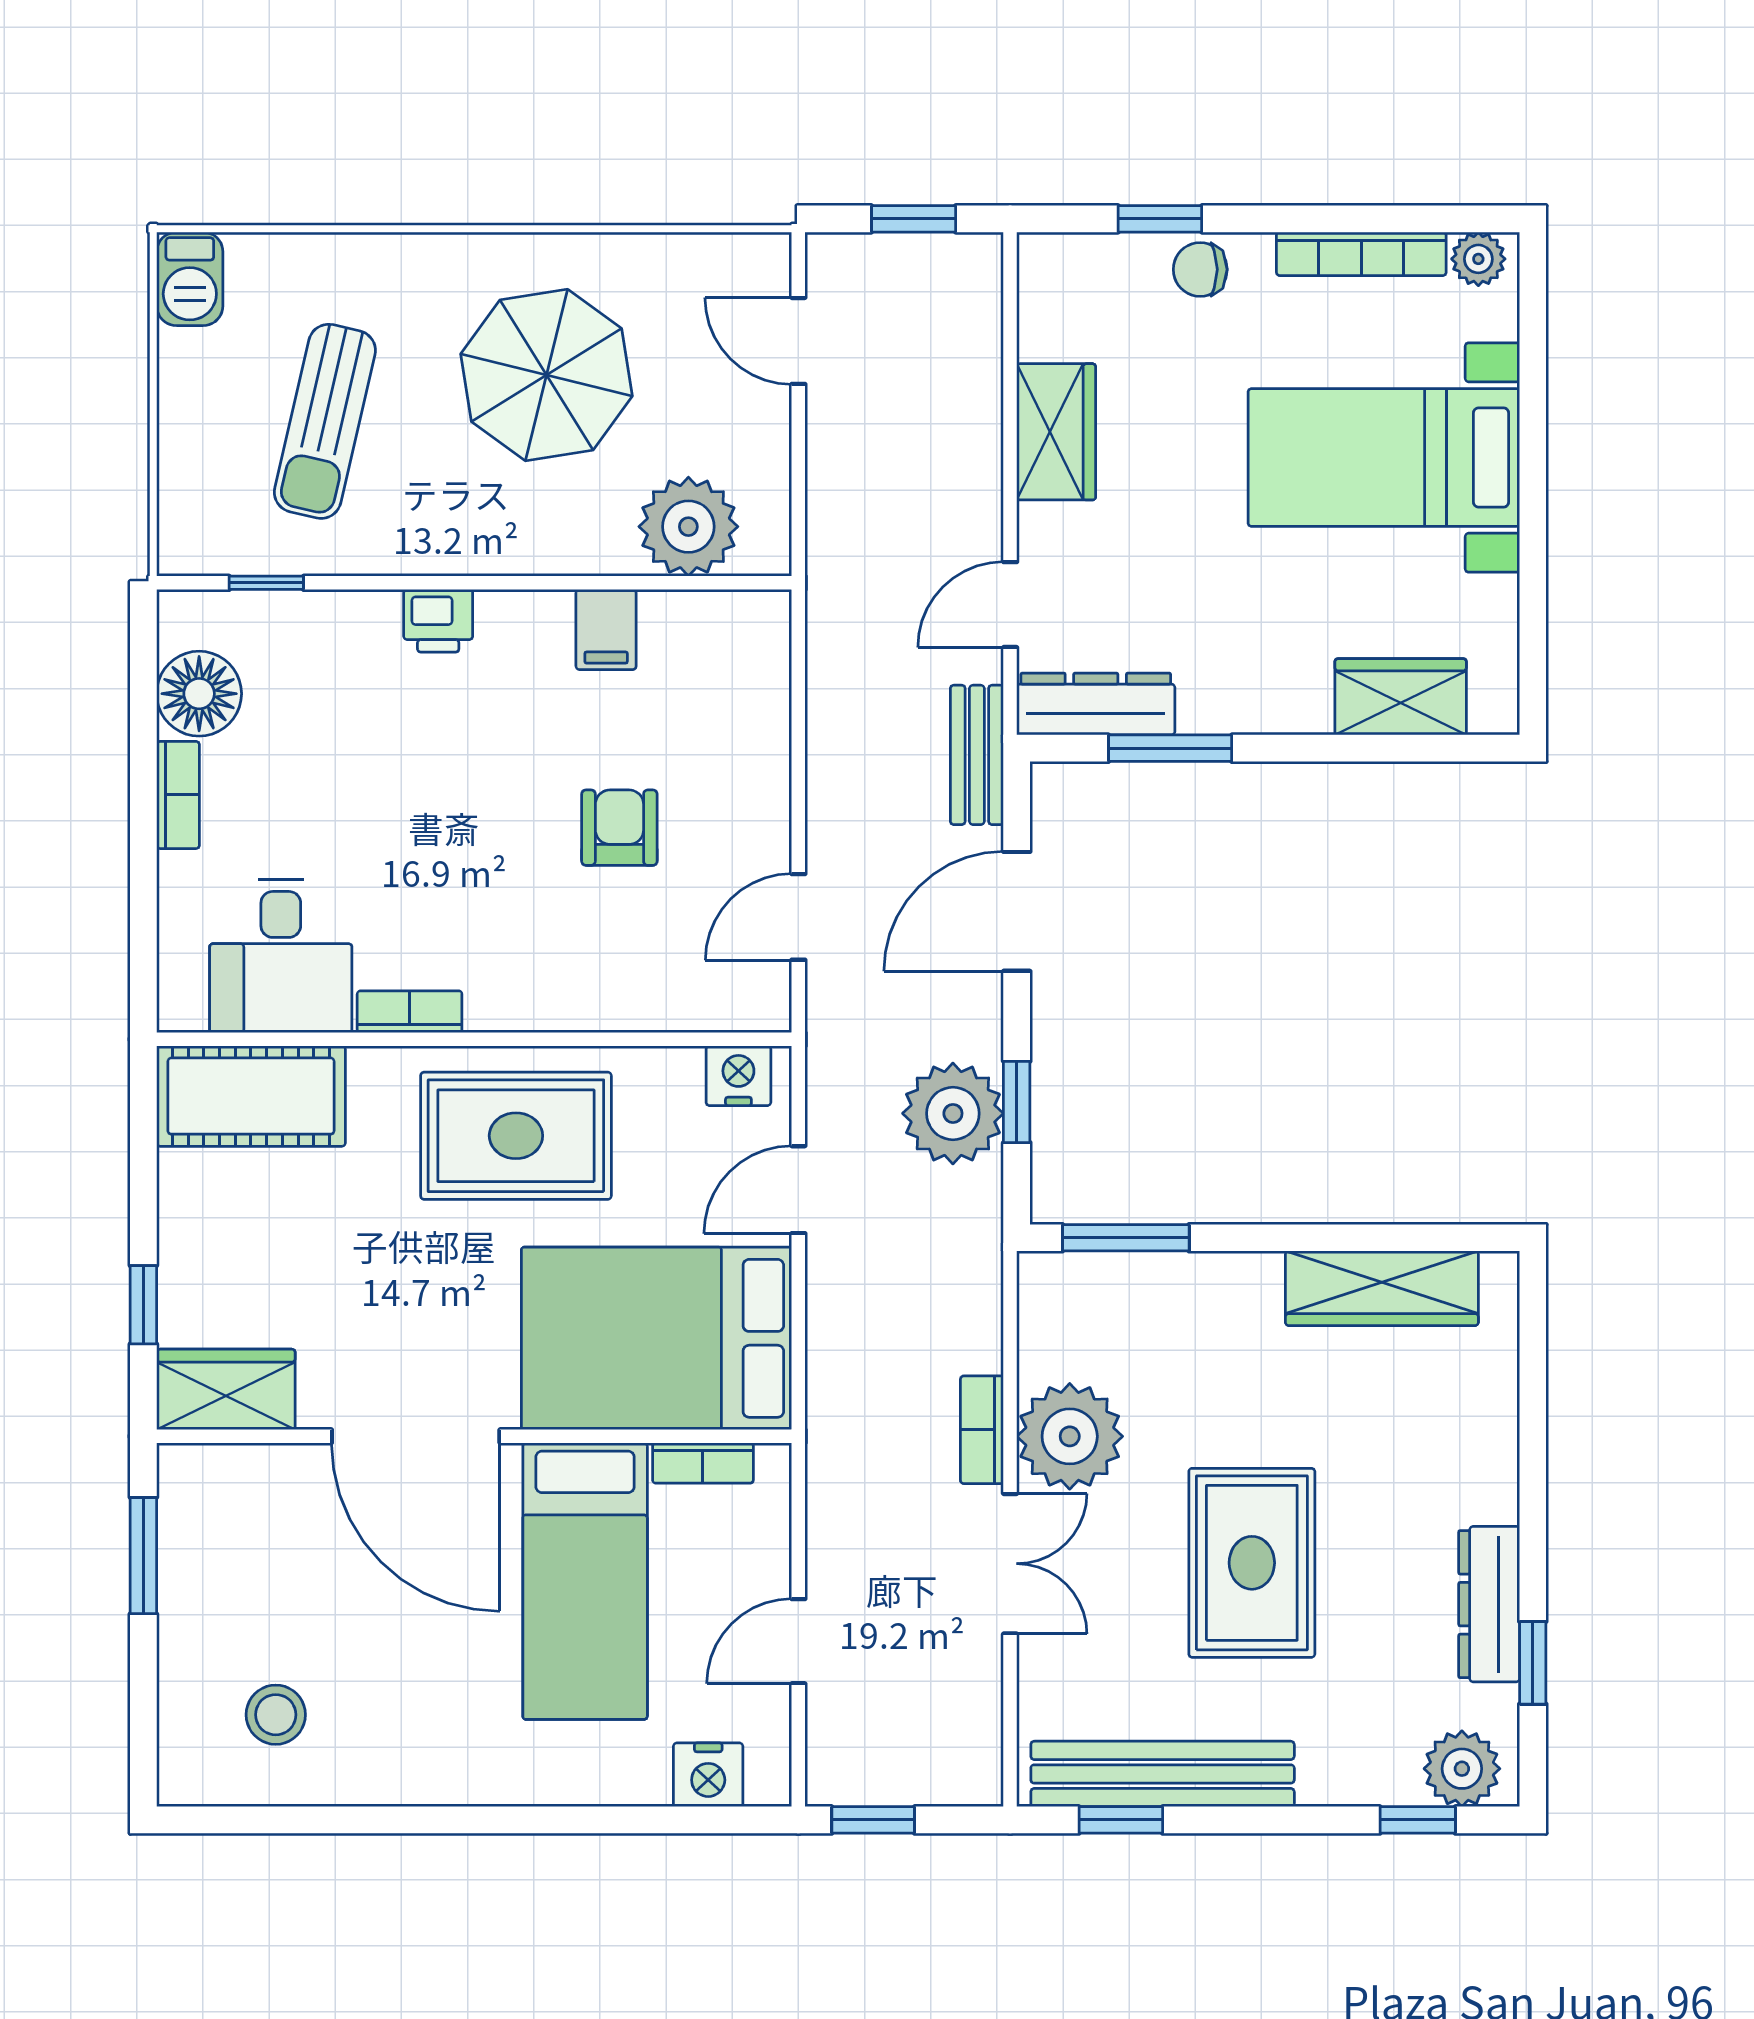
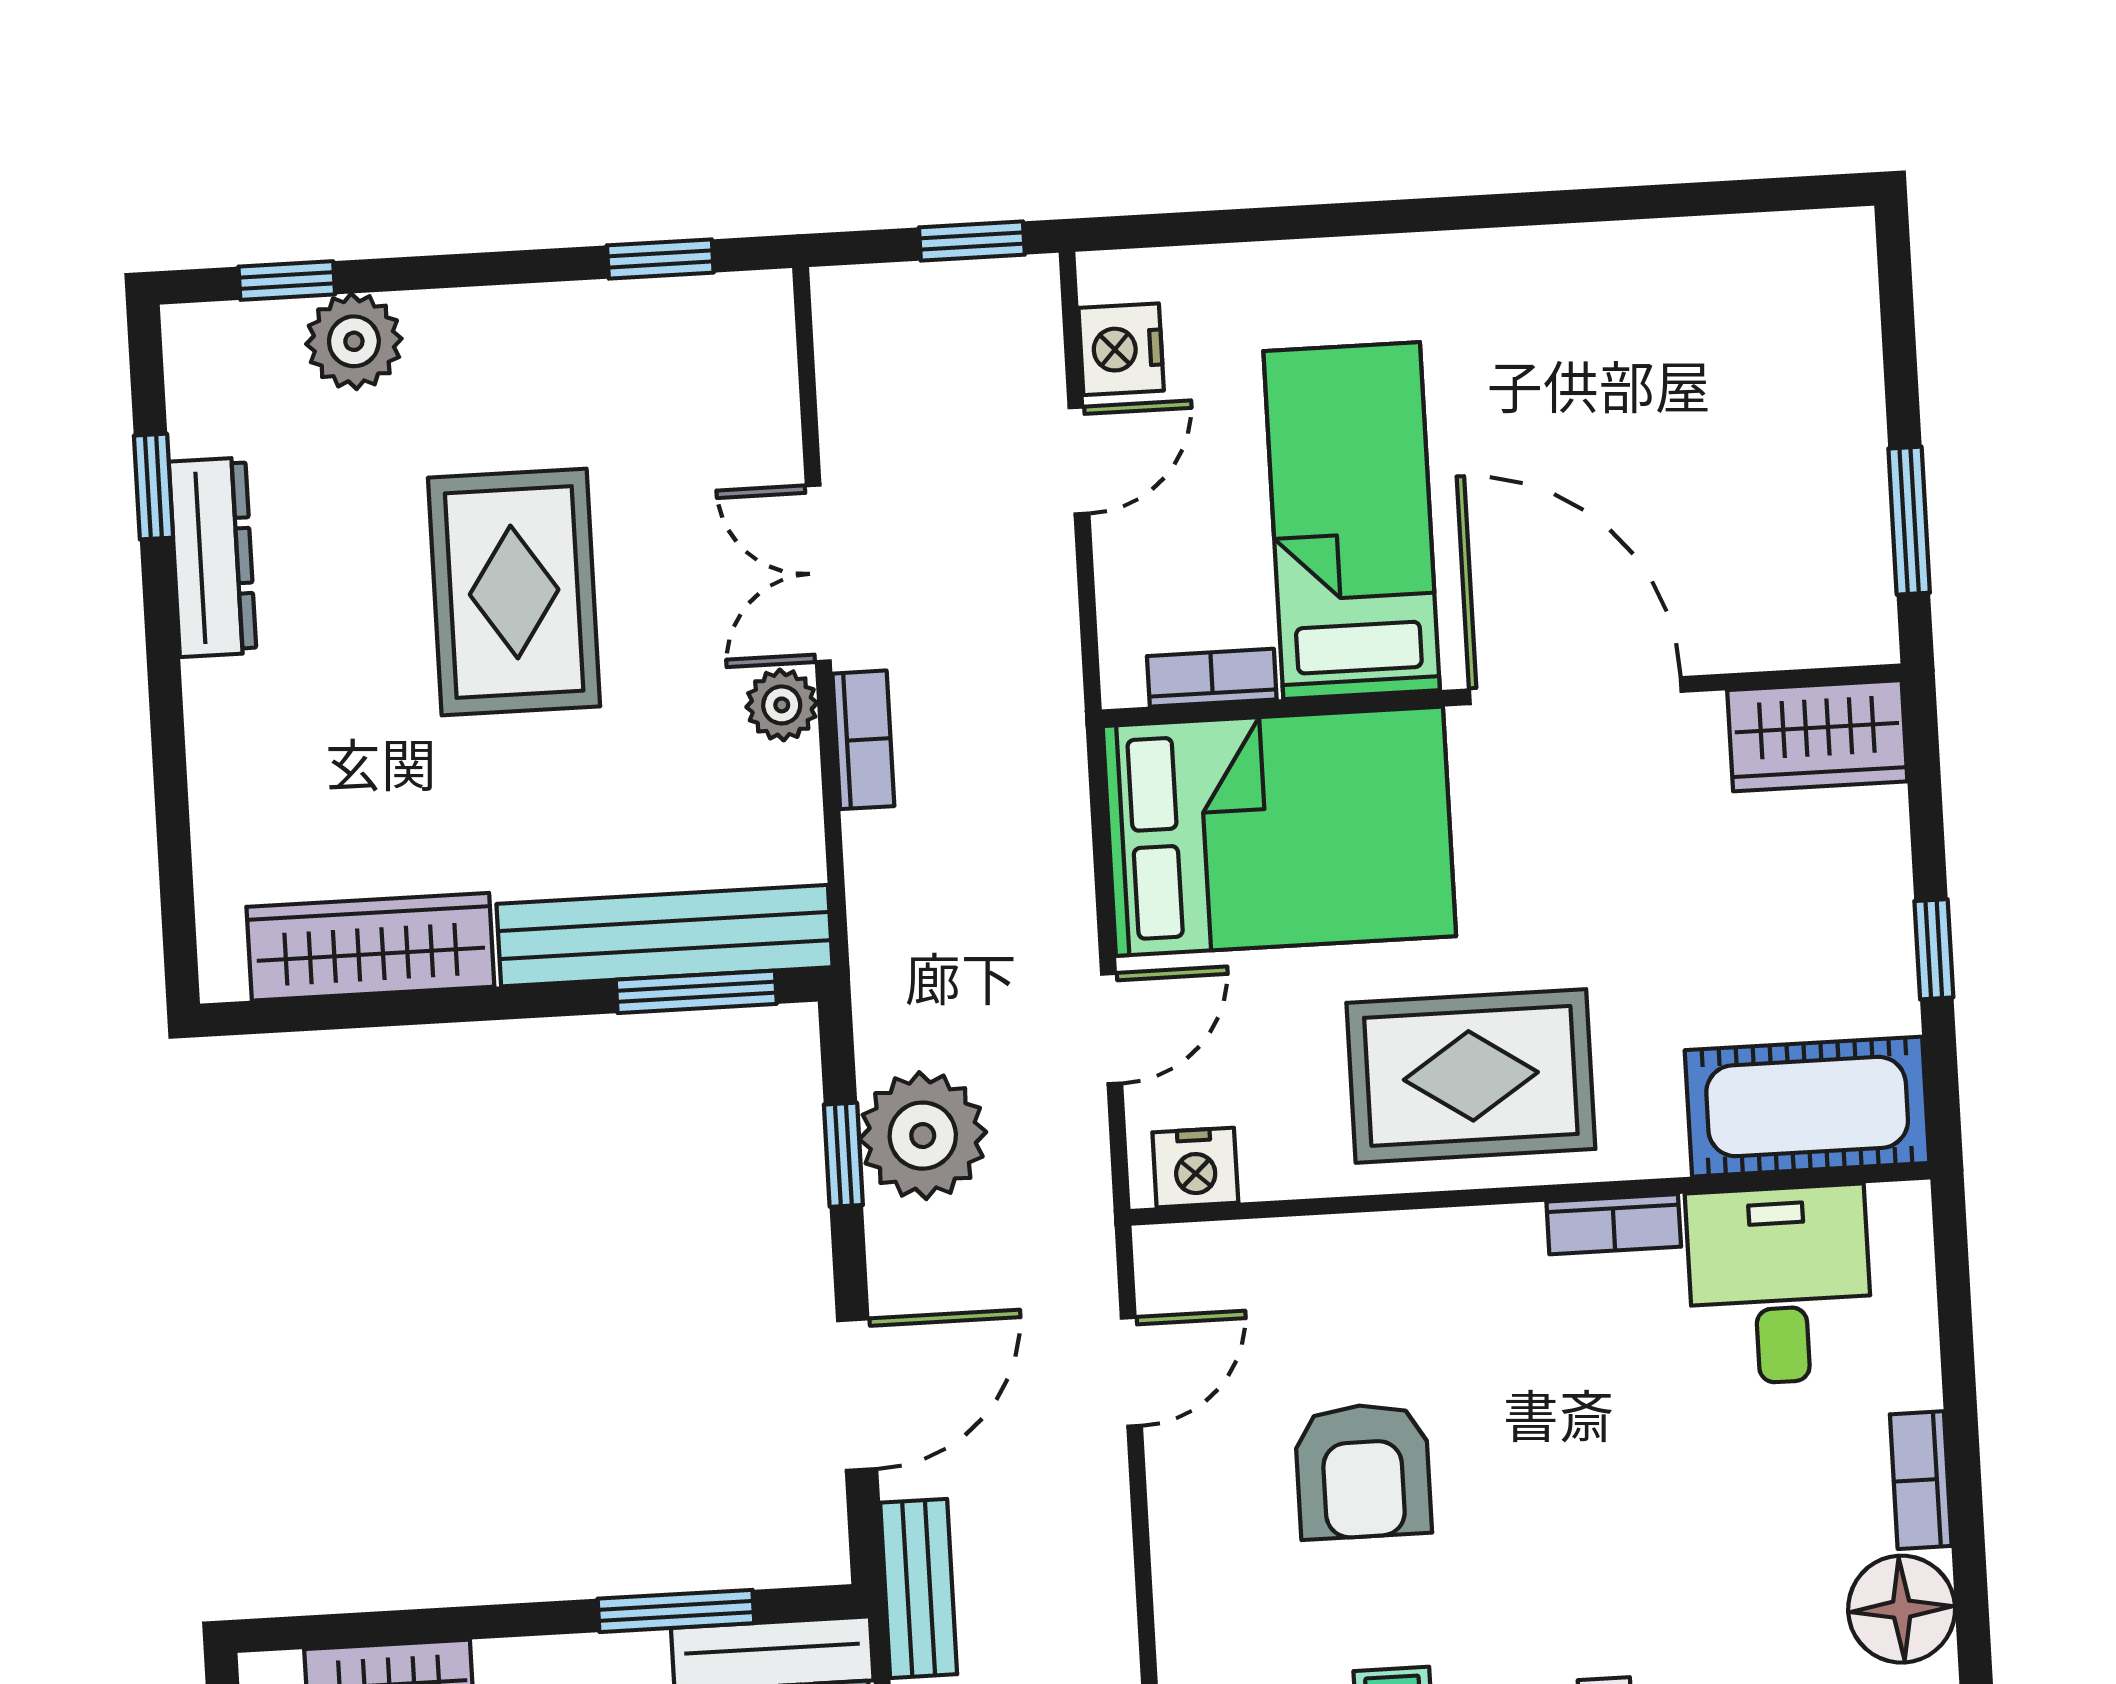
armchair: (619, 828) -> (1363, 1471), width x1.38, depth x1.38
window: (143, 1305) -> (1934, 949), moved
plant: (1070, 1436) -> (782, 705), width x0.53, depth x0.53
stool: (276, 1715) -> (1731, 330), removed
plant: (1462, 1769) -> (354, 341), moved
bench: (1163, 1774) -> (664, 936), moved
nightstand: (708, 1775) -> (1121, 349), moved, turned -90

